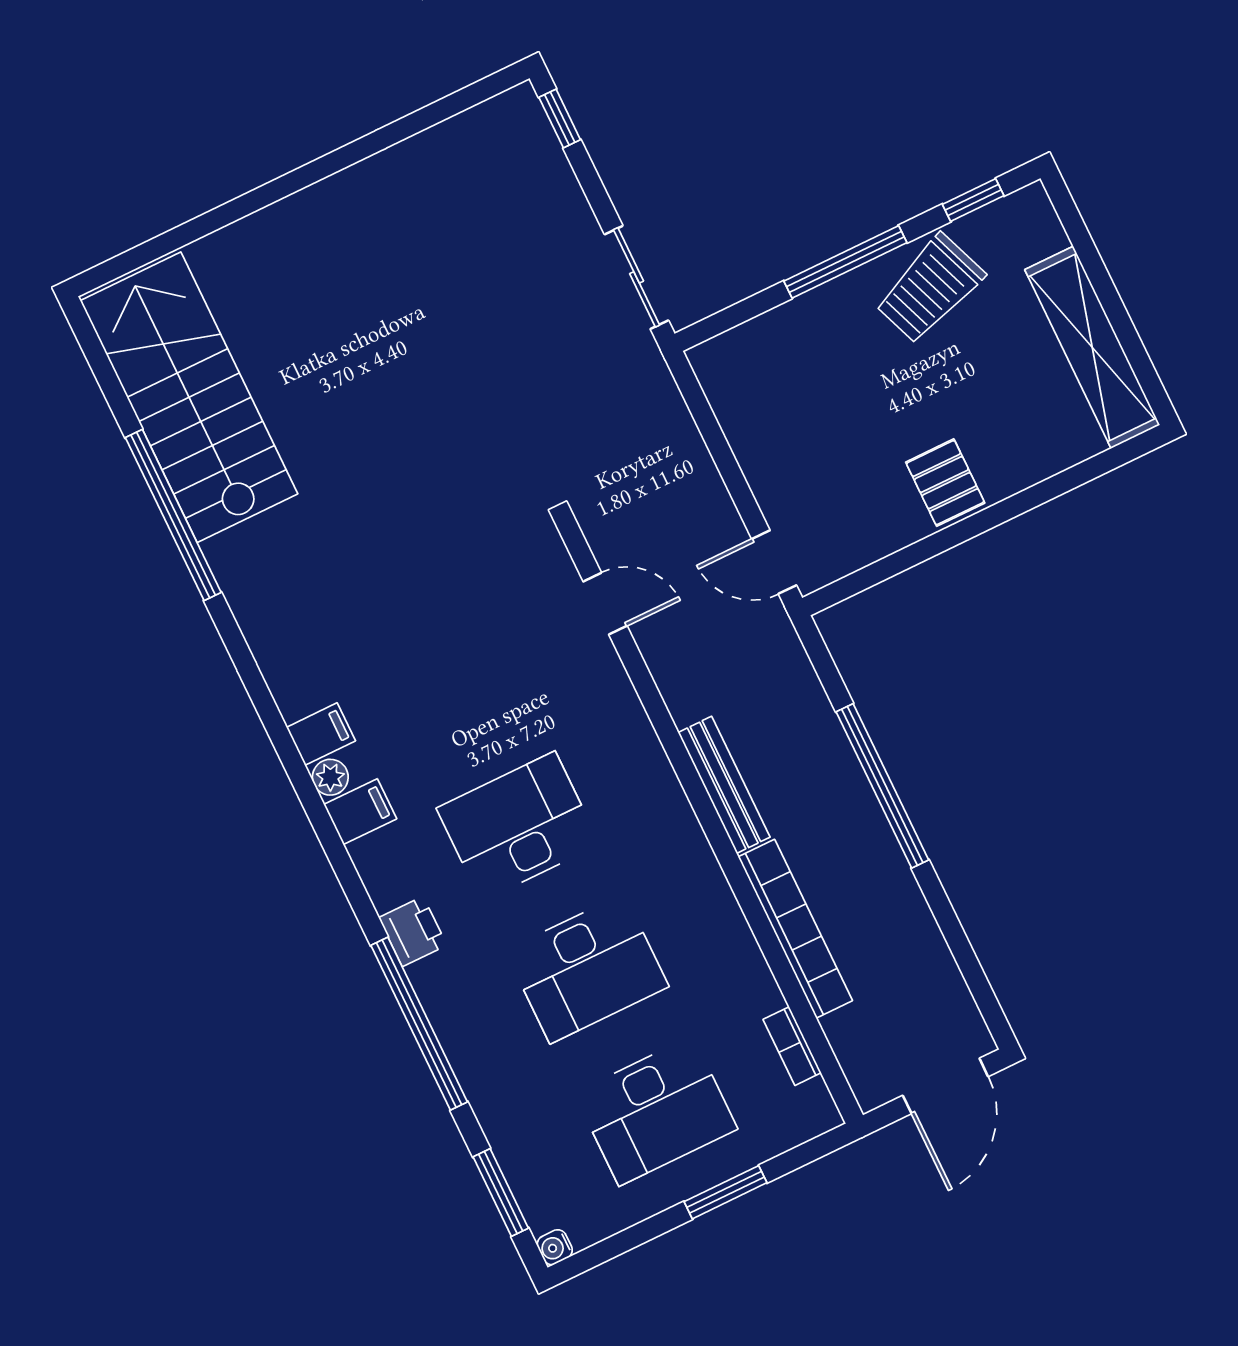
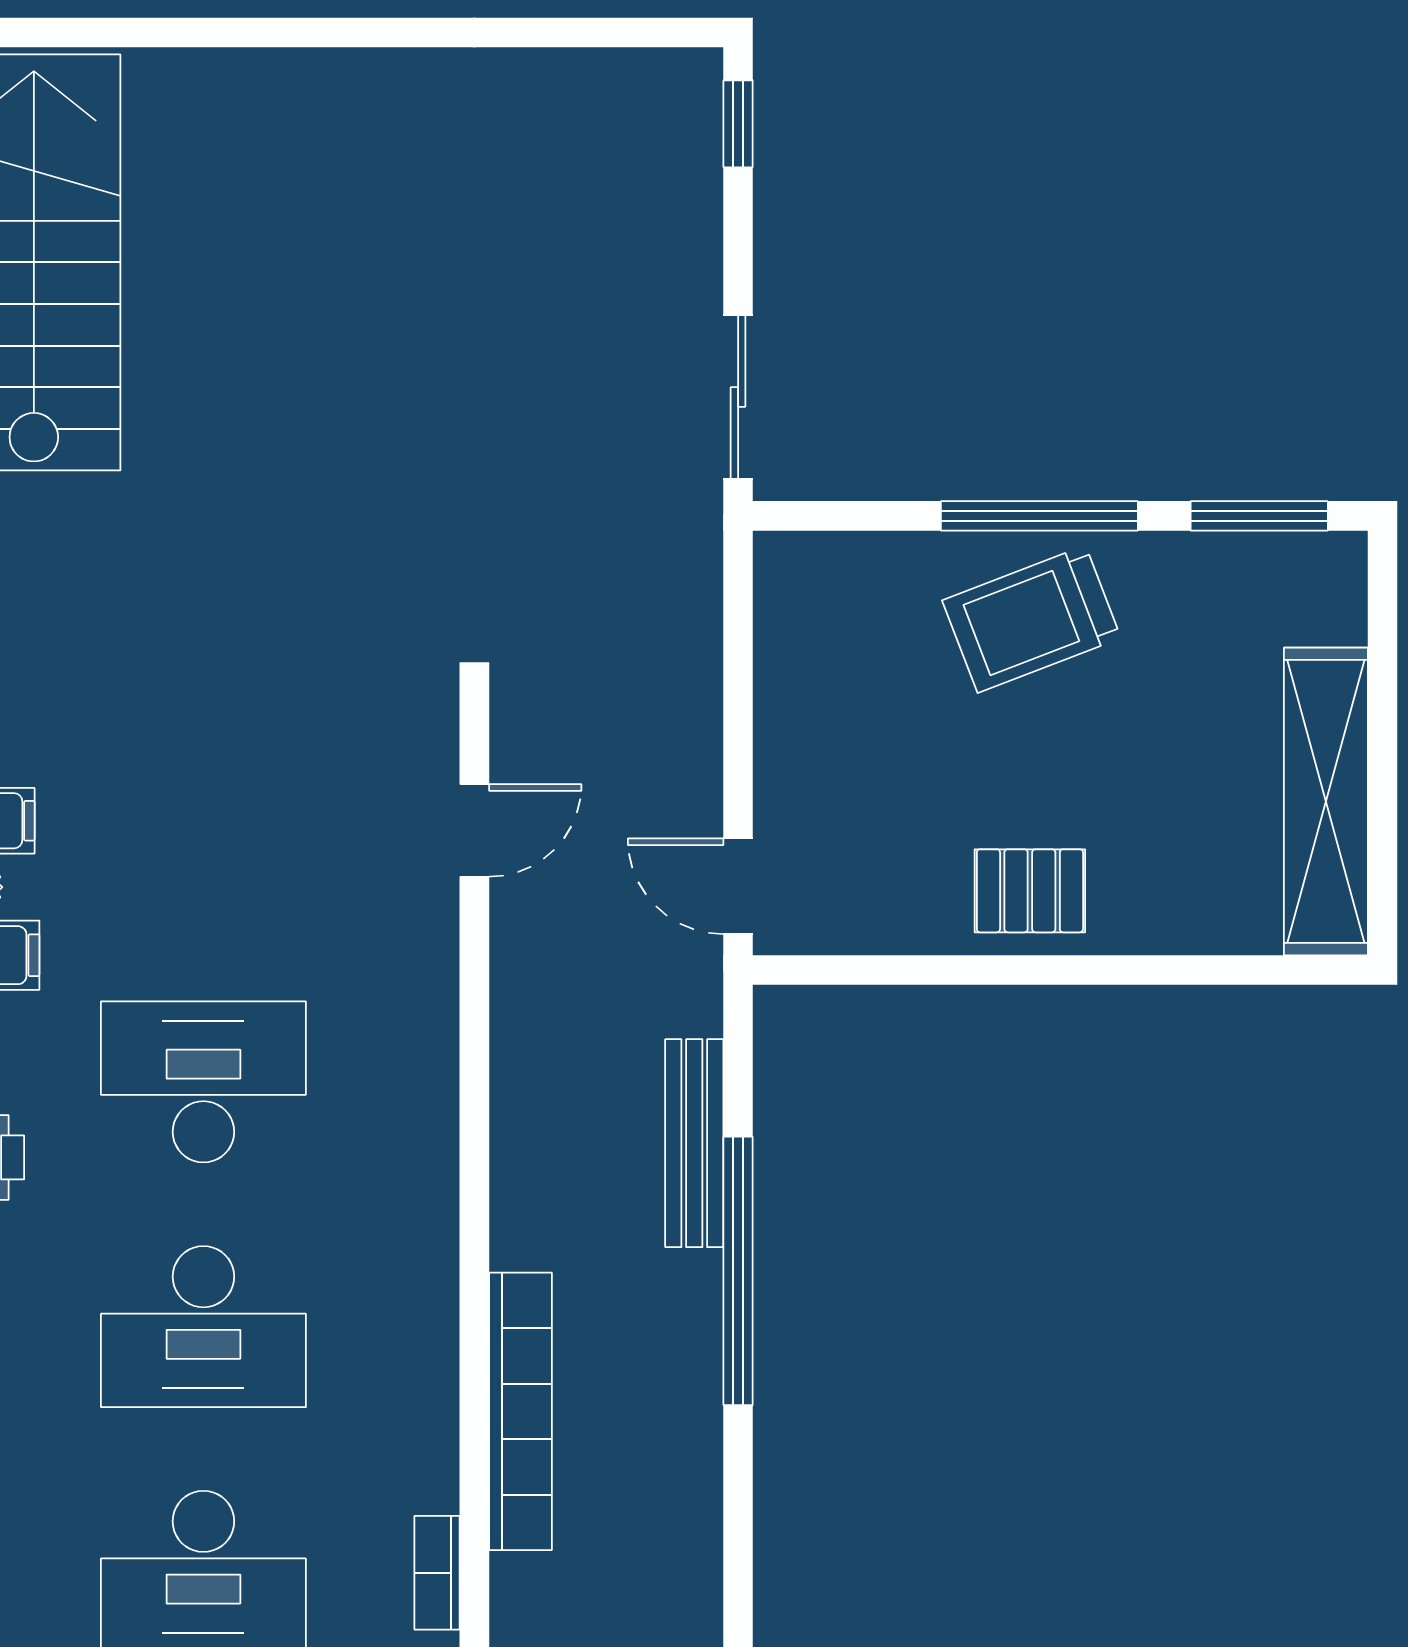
window: (973, 200) -> (1259, 516), width x1.50
trolley: (930, 289) -> (1031, 619), moved
pallet: (945, 483) -> (1030, 891), turned 90
door: (605, 604) -> (474, 830), hinge flipped
bench: (724, 785) -> (694, 1143), moved

